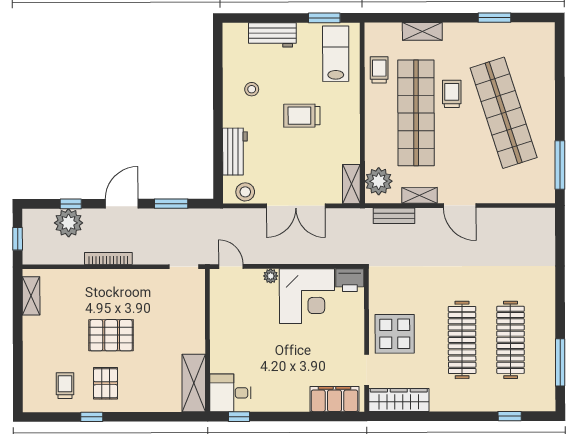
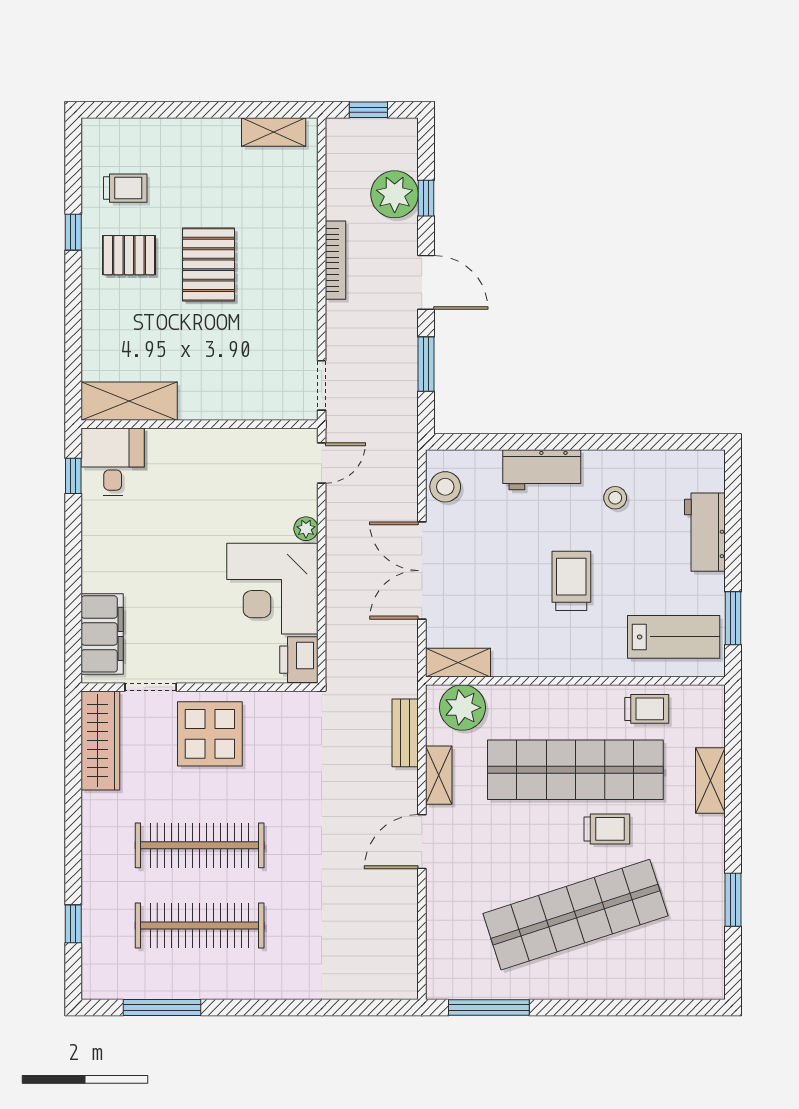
workbench: (235, 152) -> (542, 470), moved

